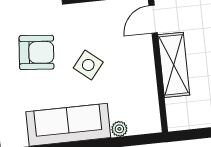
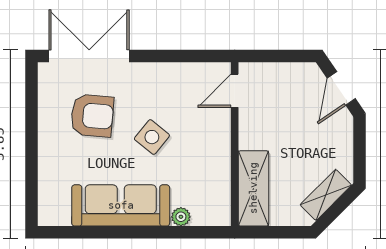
shelving: (174, 65) -> (253, 188), moved

